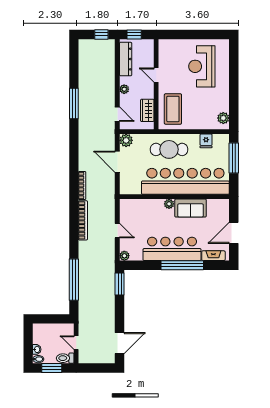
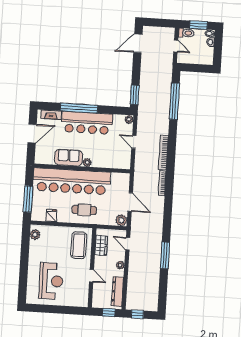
cafe table: (169, 149) -> (84, 210), width x0.73, depth x0.74

